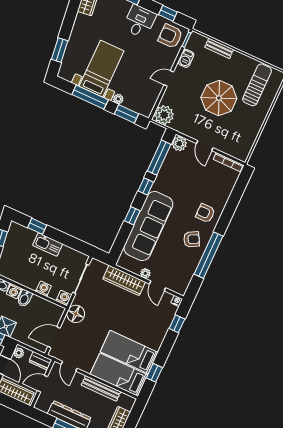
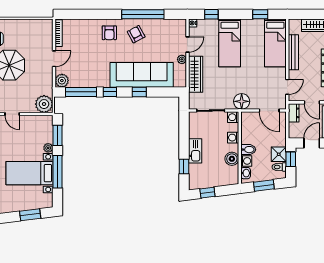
boiler: (23, 278) -> (232, 159), added
bed: (129, 352) -> (230, 43), moved
plant: (19, 353) -> (295, 134), removed

